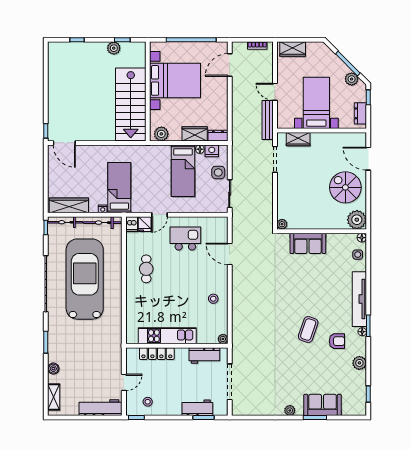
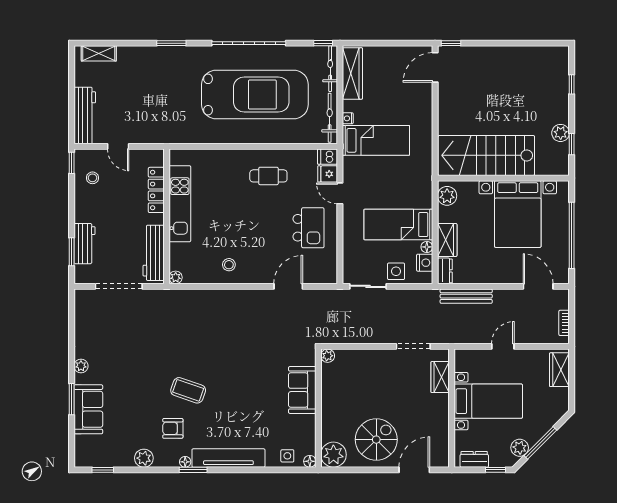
bench: (268, 120) -> (466, 296), moved
armchair: (337, 341) -> (173, 428), turned 90
workbench: (204, 356) -> (154, 253), width x1.38
boiler: (53, 369) -> (136, 53), removed

